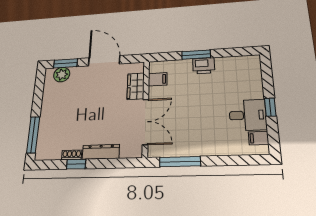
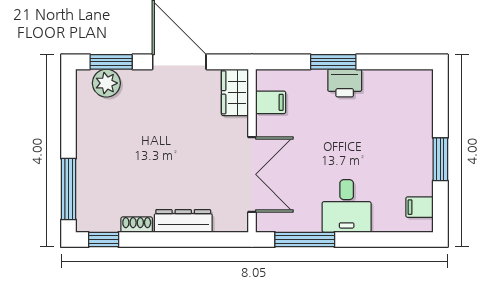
wardrobe: (136, 86) -> (235, 92), moved
window: (270, 107) -> (440, 159), width x1.50
desk: (248, 115) -> (347, 206), moved, turned 90
window: (76, 164) -> (104, 239), moved

